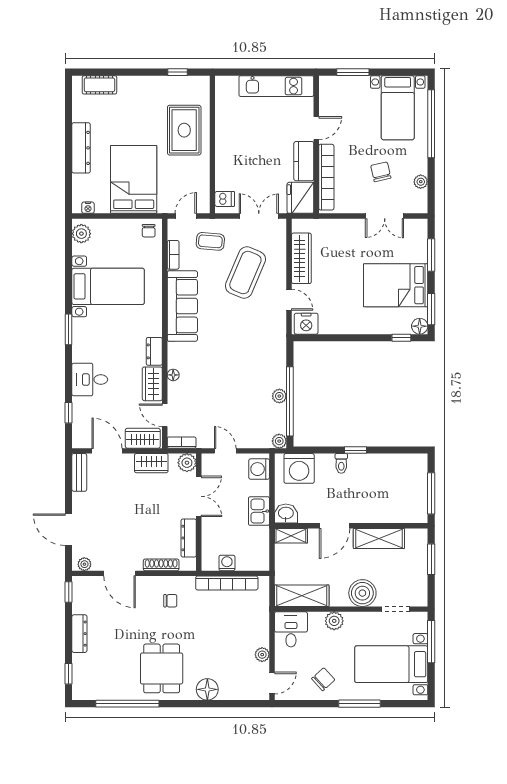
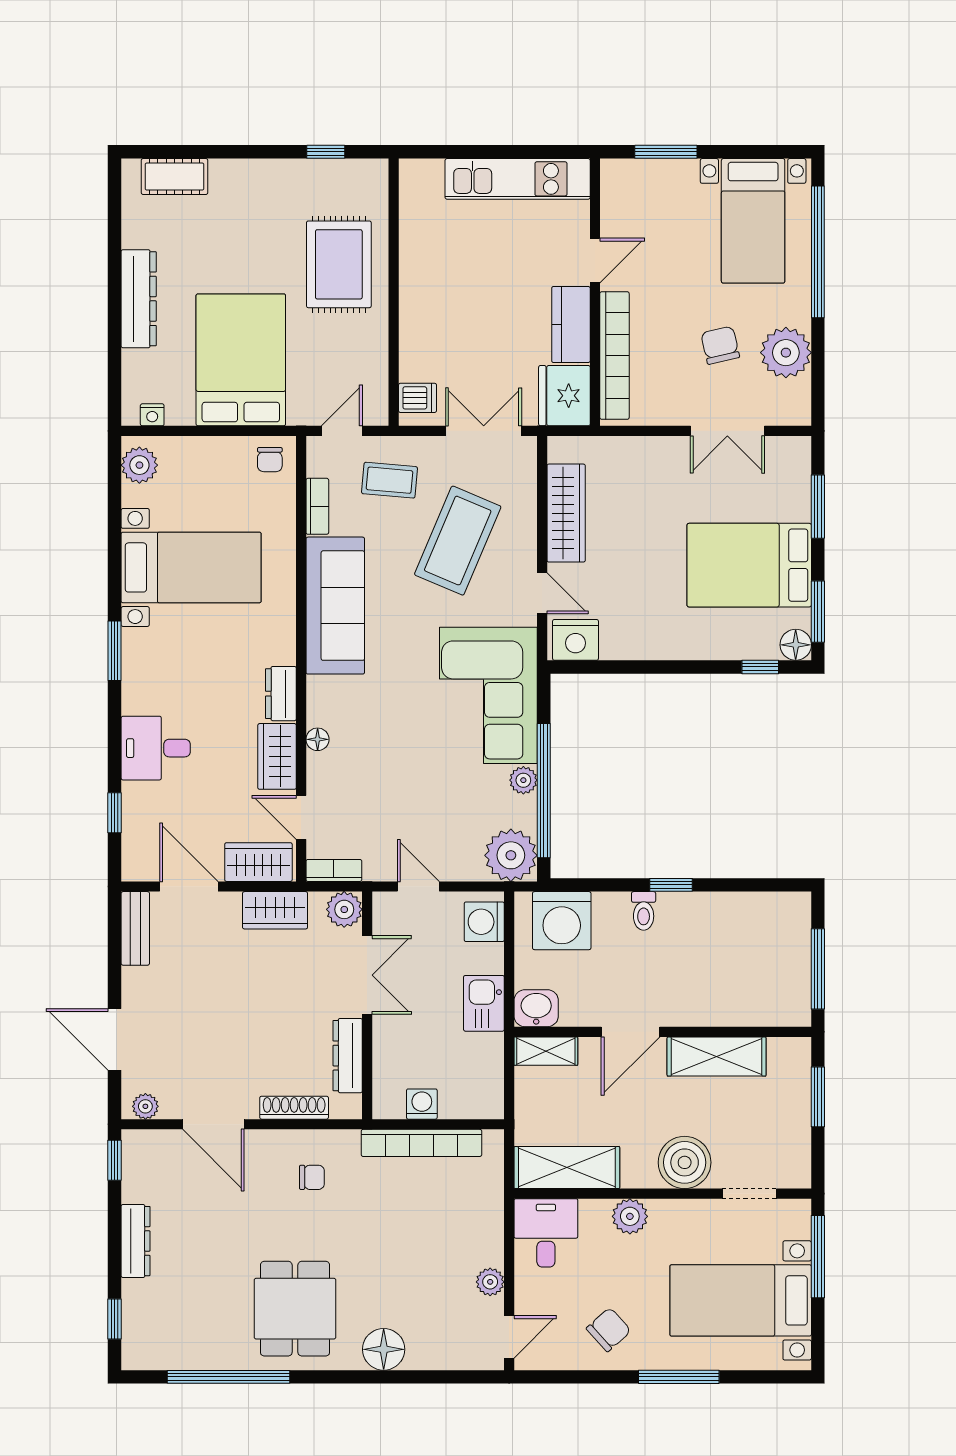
plant: (421, 182) -> (786, 353), width x1.88, depth x1.88
corner sofa: (261, 352) -> (488, 695), added
plant: (279, 441) -> (511, 855), width x1.88, depth x1.88

